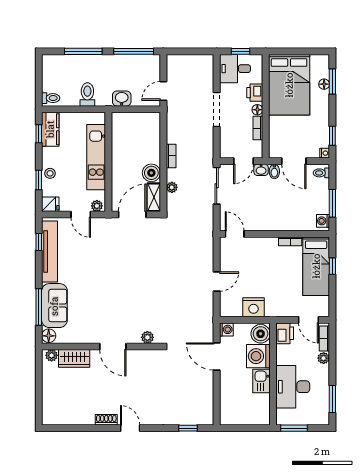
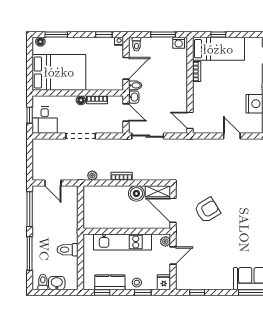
floor lamp: (324, 84) -> (40, 42), moved
door: (163, 91) -> (53, 183), moved
printer: (255, 93) -> (66, 103), removed
toilet: (51, 98) -> (43, 282), moved
washbasin: (122, 99) -> (57, 283), moved, turned 90
kitchen counter: (50, 129) -> (110, 282), moved
plant: (172, 187) -> (92, 176), moved
door: (235, 234) -> (190, 120), hinge flipped
tv unit: (50, 252) -> (206, 283), removed
armchair: (133, 254) -> (207, 210), added

